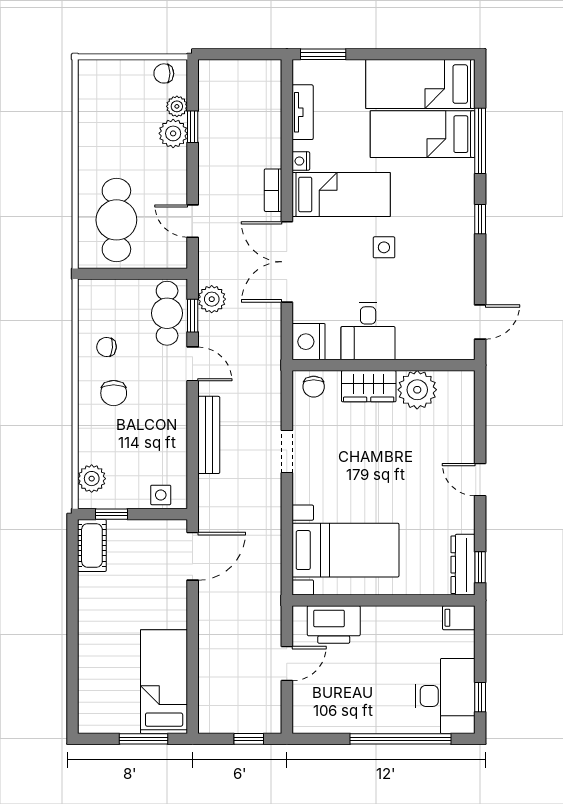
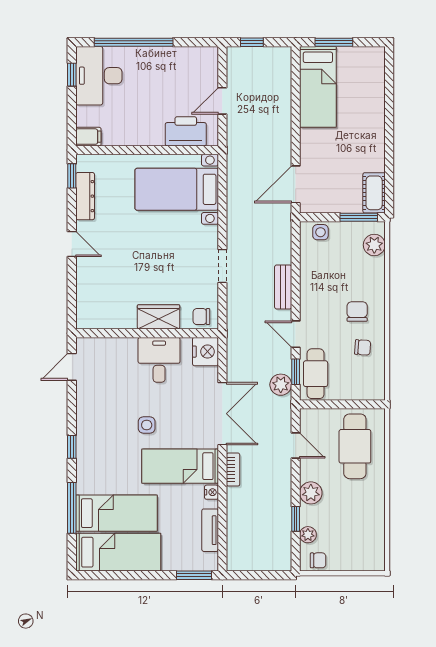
plant: (173, 133) -> (311, 493), moved
chair: (314, 387) -> (201, 317), turned -90
plant: (417, 390) -> (121, 314), removed
bench: (209, 435) -> (283, 287), width x0.73
window: (112, 514) -> (359, 217), width x1.50
dresser: (463, 565) -> (85, 196), moved

